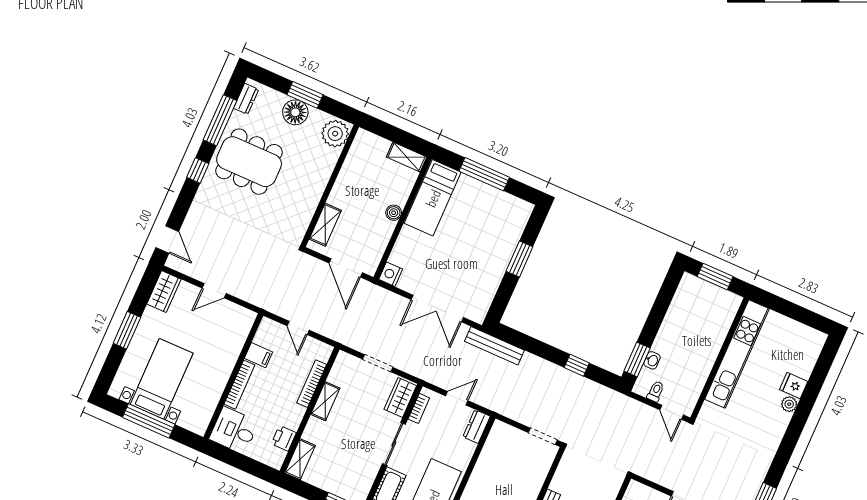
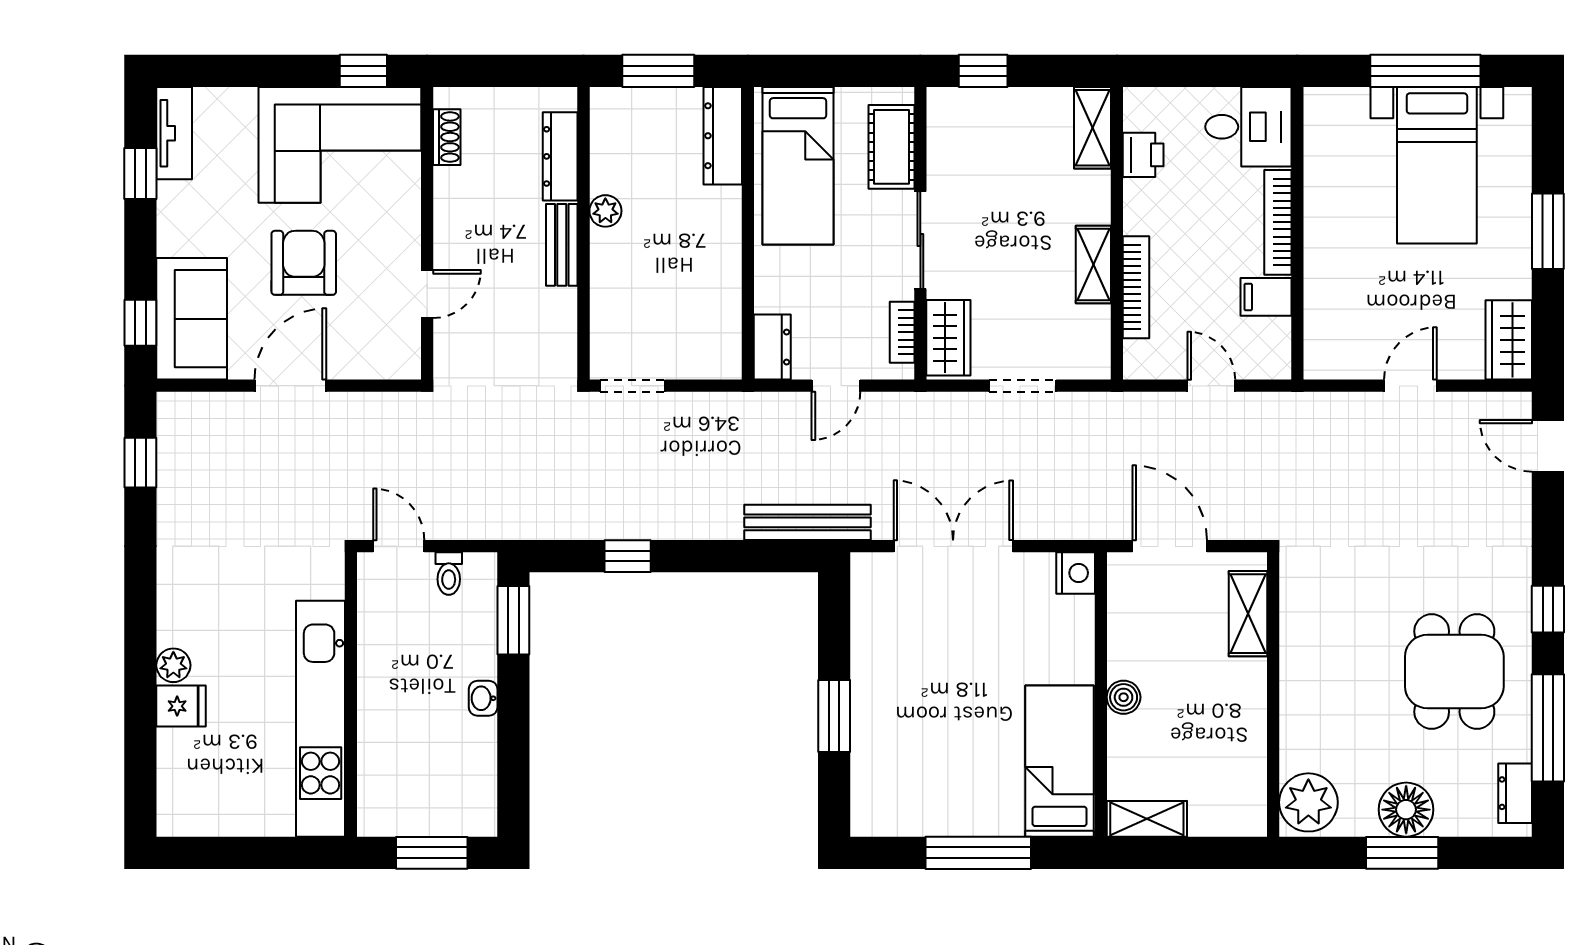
dining table: (249, 162) -> (1454, 672), width x0.73
washbasin: (652, 360) -> (483, 698), moved

